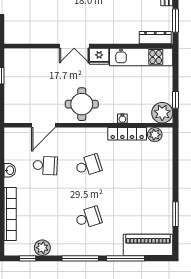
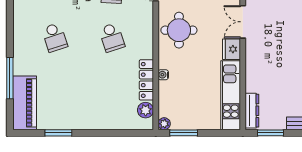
window: (175, 100) -> (184, 133), width x1.50
plant: (162, 113) -> (164, 124), width x0.53, depth x0.53
window: (80, 258) -> (10, 29), removed

